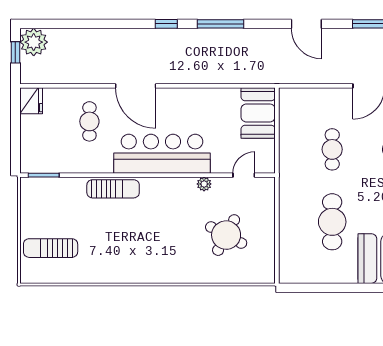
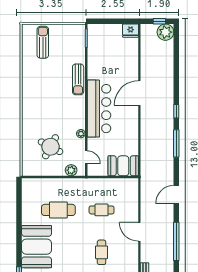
cafe table: (89, 121) -> (118, 65), removed
plant: (266, 201) -> (71, 170), added

